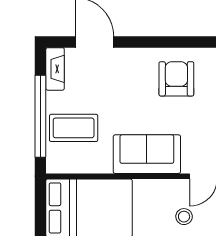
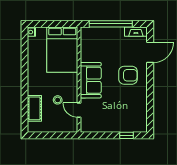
armchair: (176, 79) -> (128, 75), moved
coffee table: (74, 128) -> (105, 41), removed

